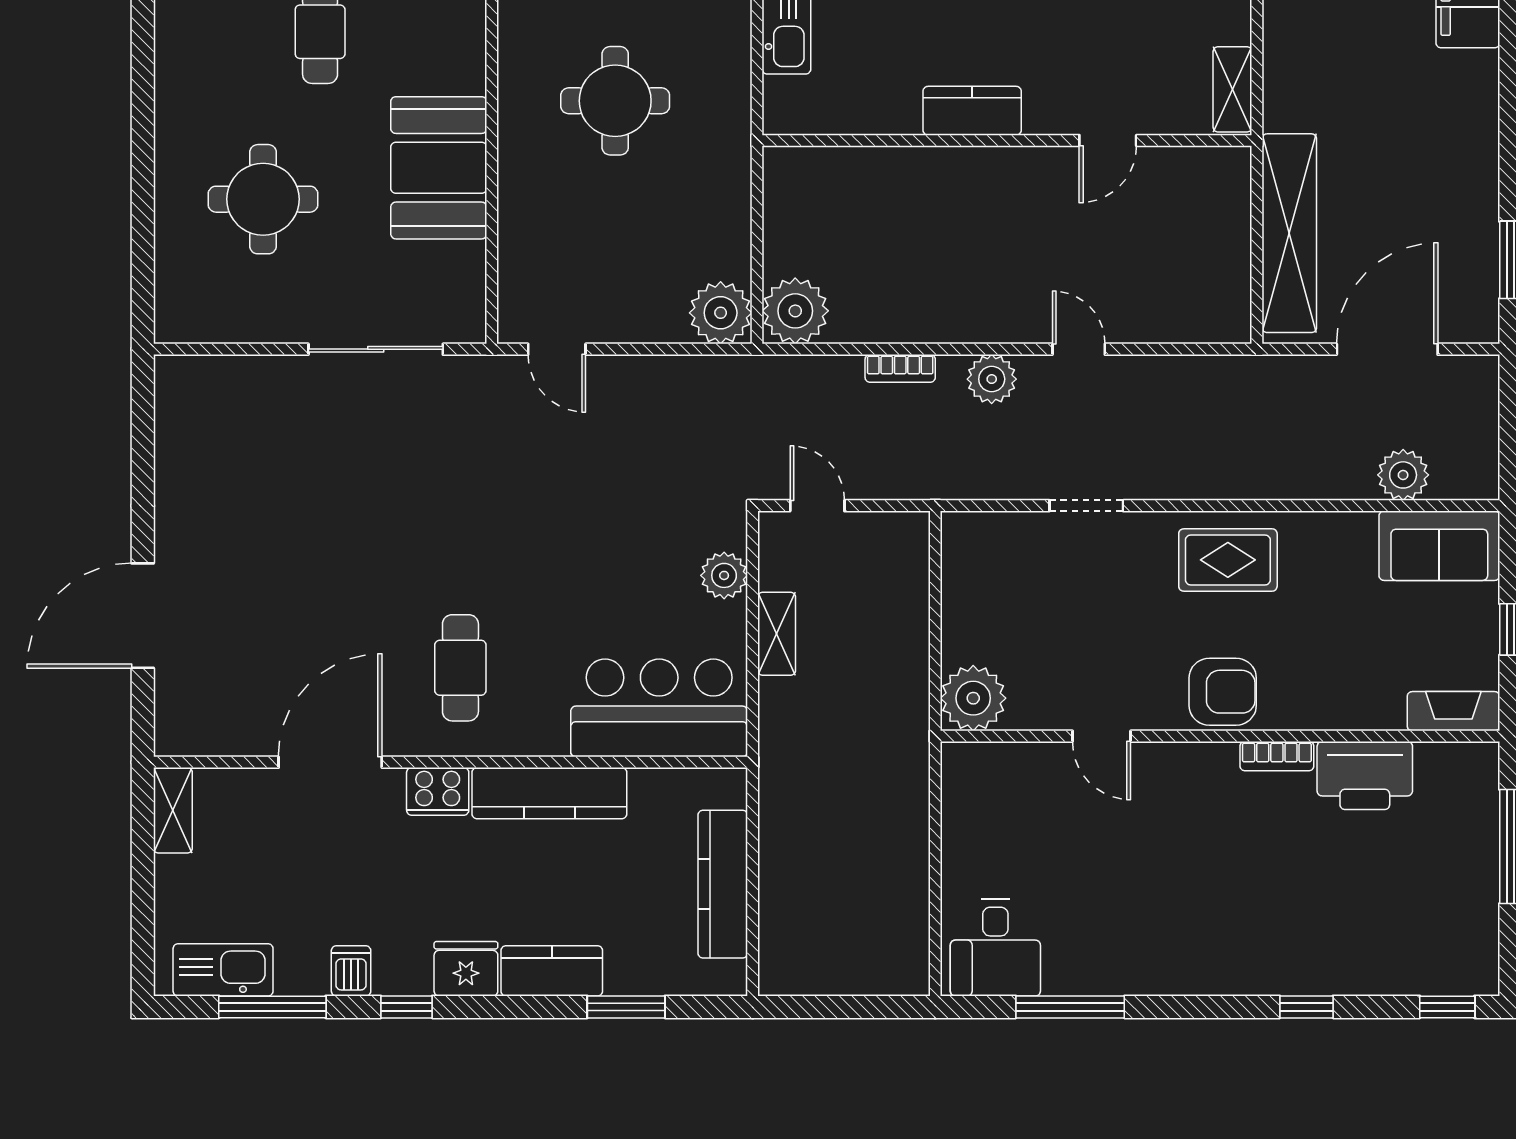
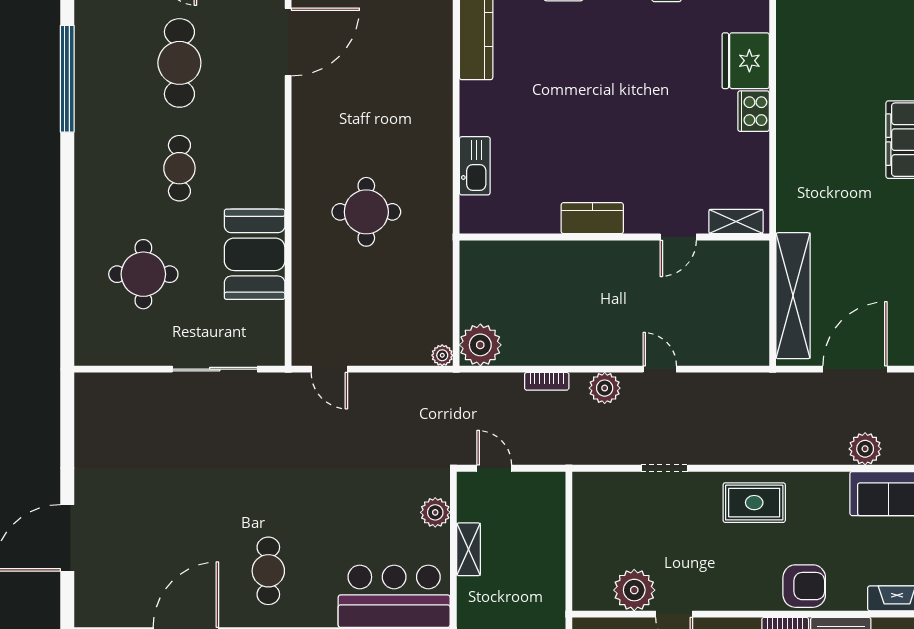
shelving: (1232, 89) -> (736, 222), moved, turned 90
plant: (721, 313) -> (442, 355), width x0.53, depth x0.53
armchair: (1223, 692) -> (804, 586), moved
plant: (973, 698) -> (634, 590), moved

